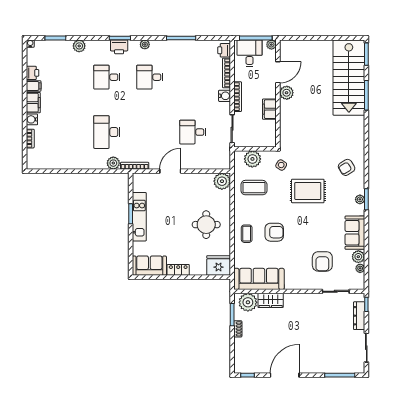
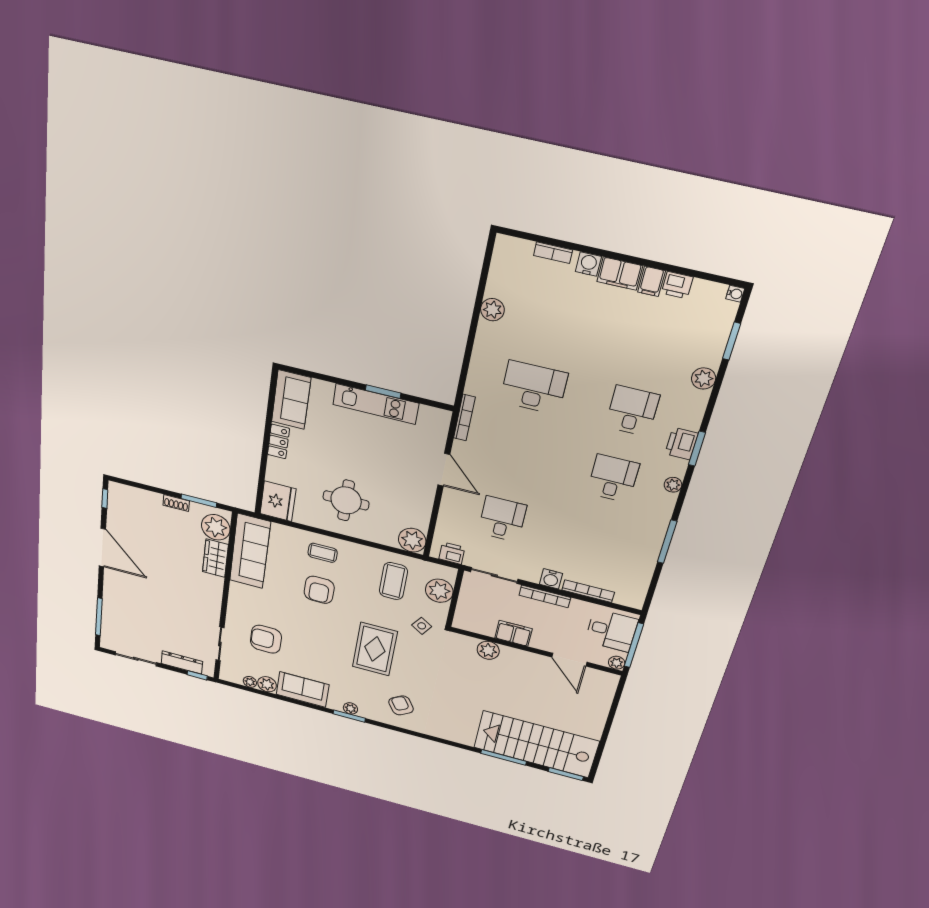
printer: (224, 50) -> (452, 553), moved
plant: (287, 93) -> (488, 650), moved
plant: (113, 163) -> (492, 310), moved

